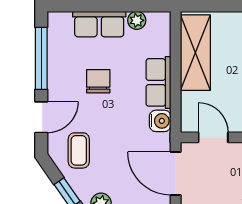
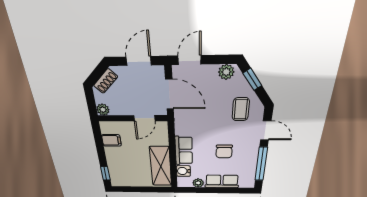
door: (41, 117) -> (266, 130), swing flipped
water cooler: (160, 121) -> (183, 171), moved
door: (213, 137) -> (144, 118), hinge flipped

